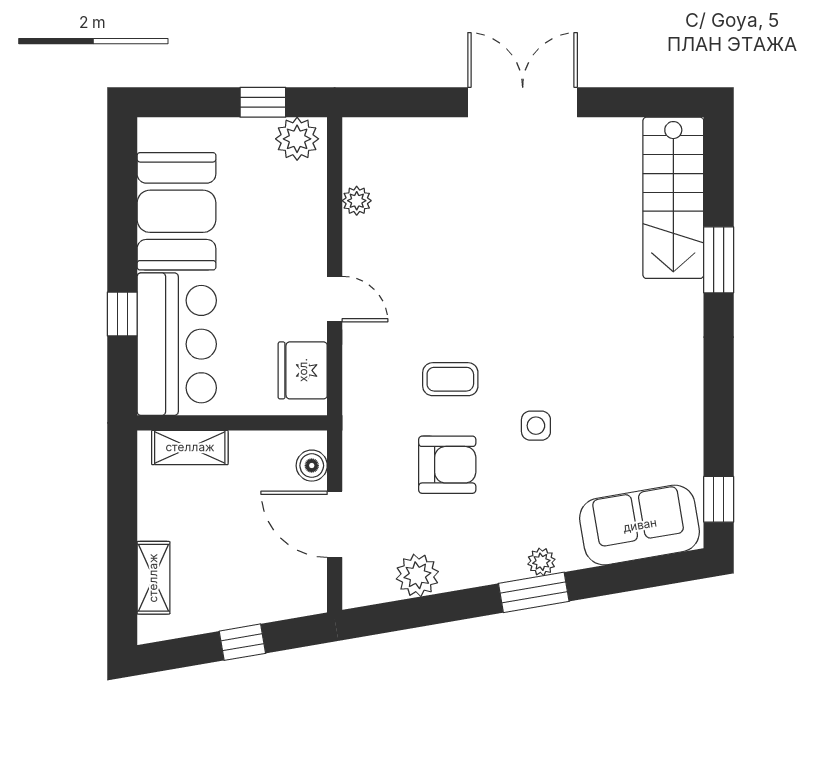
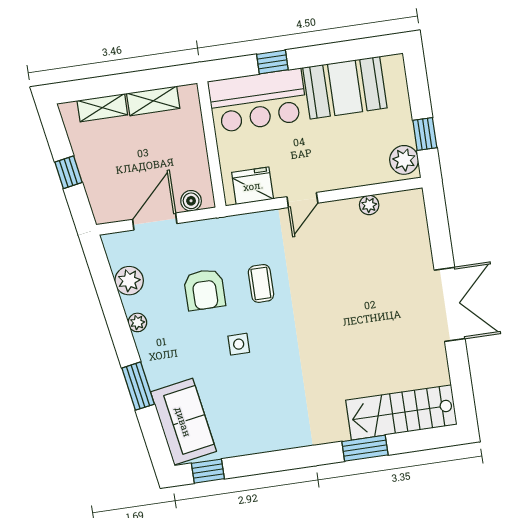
shelving: (190, 447) -> (153, 101), moved, turned 90
plant: (541, 562) -> (137, 322), moved
window: (534, 592) -> (138, 386), moved

